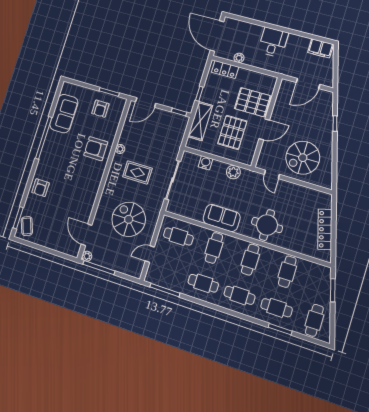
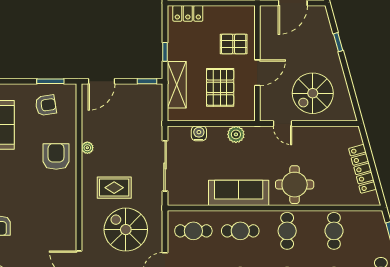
pallet: (253, 102) -> (234, 44), width x0.67, depth x0.71
armchair: (100, 109) -> (46, 105), turned -99
armchair: (96, 149) -> (56, 156), turned 90
rug: (137, 172) -> (114, 188), moved
sofa: (222, 218) -> (239, 193), width x1.36
cafe table: (214, 248) -> (240, 231), turned 90

